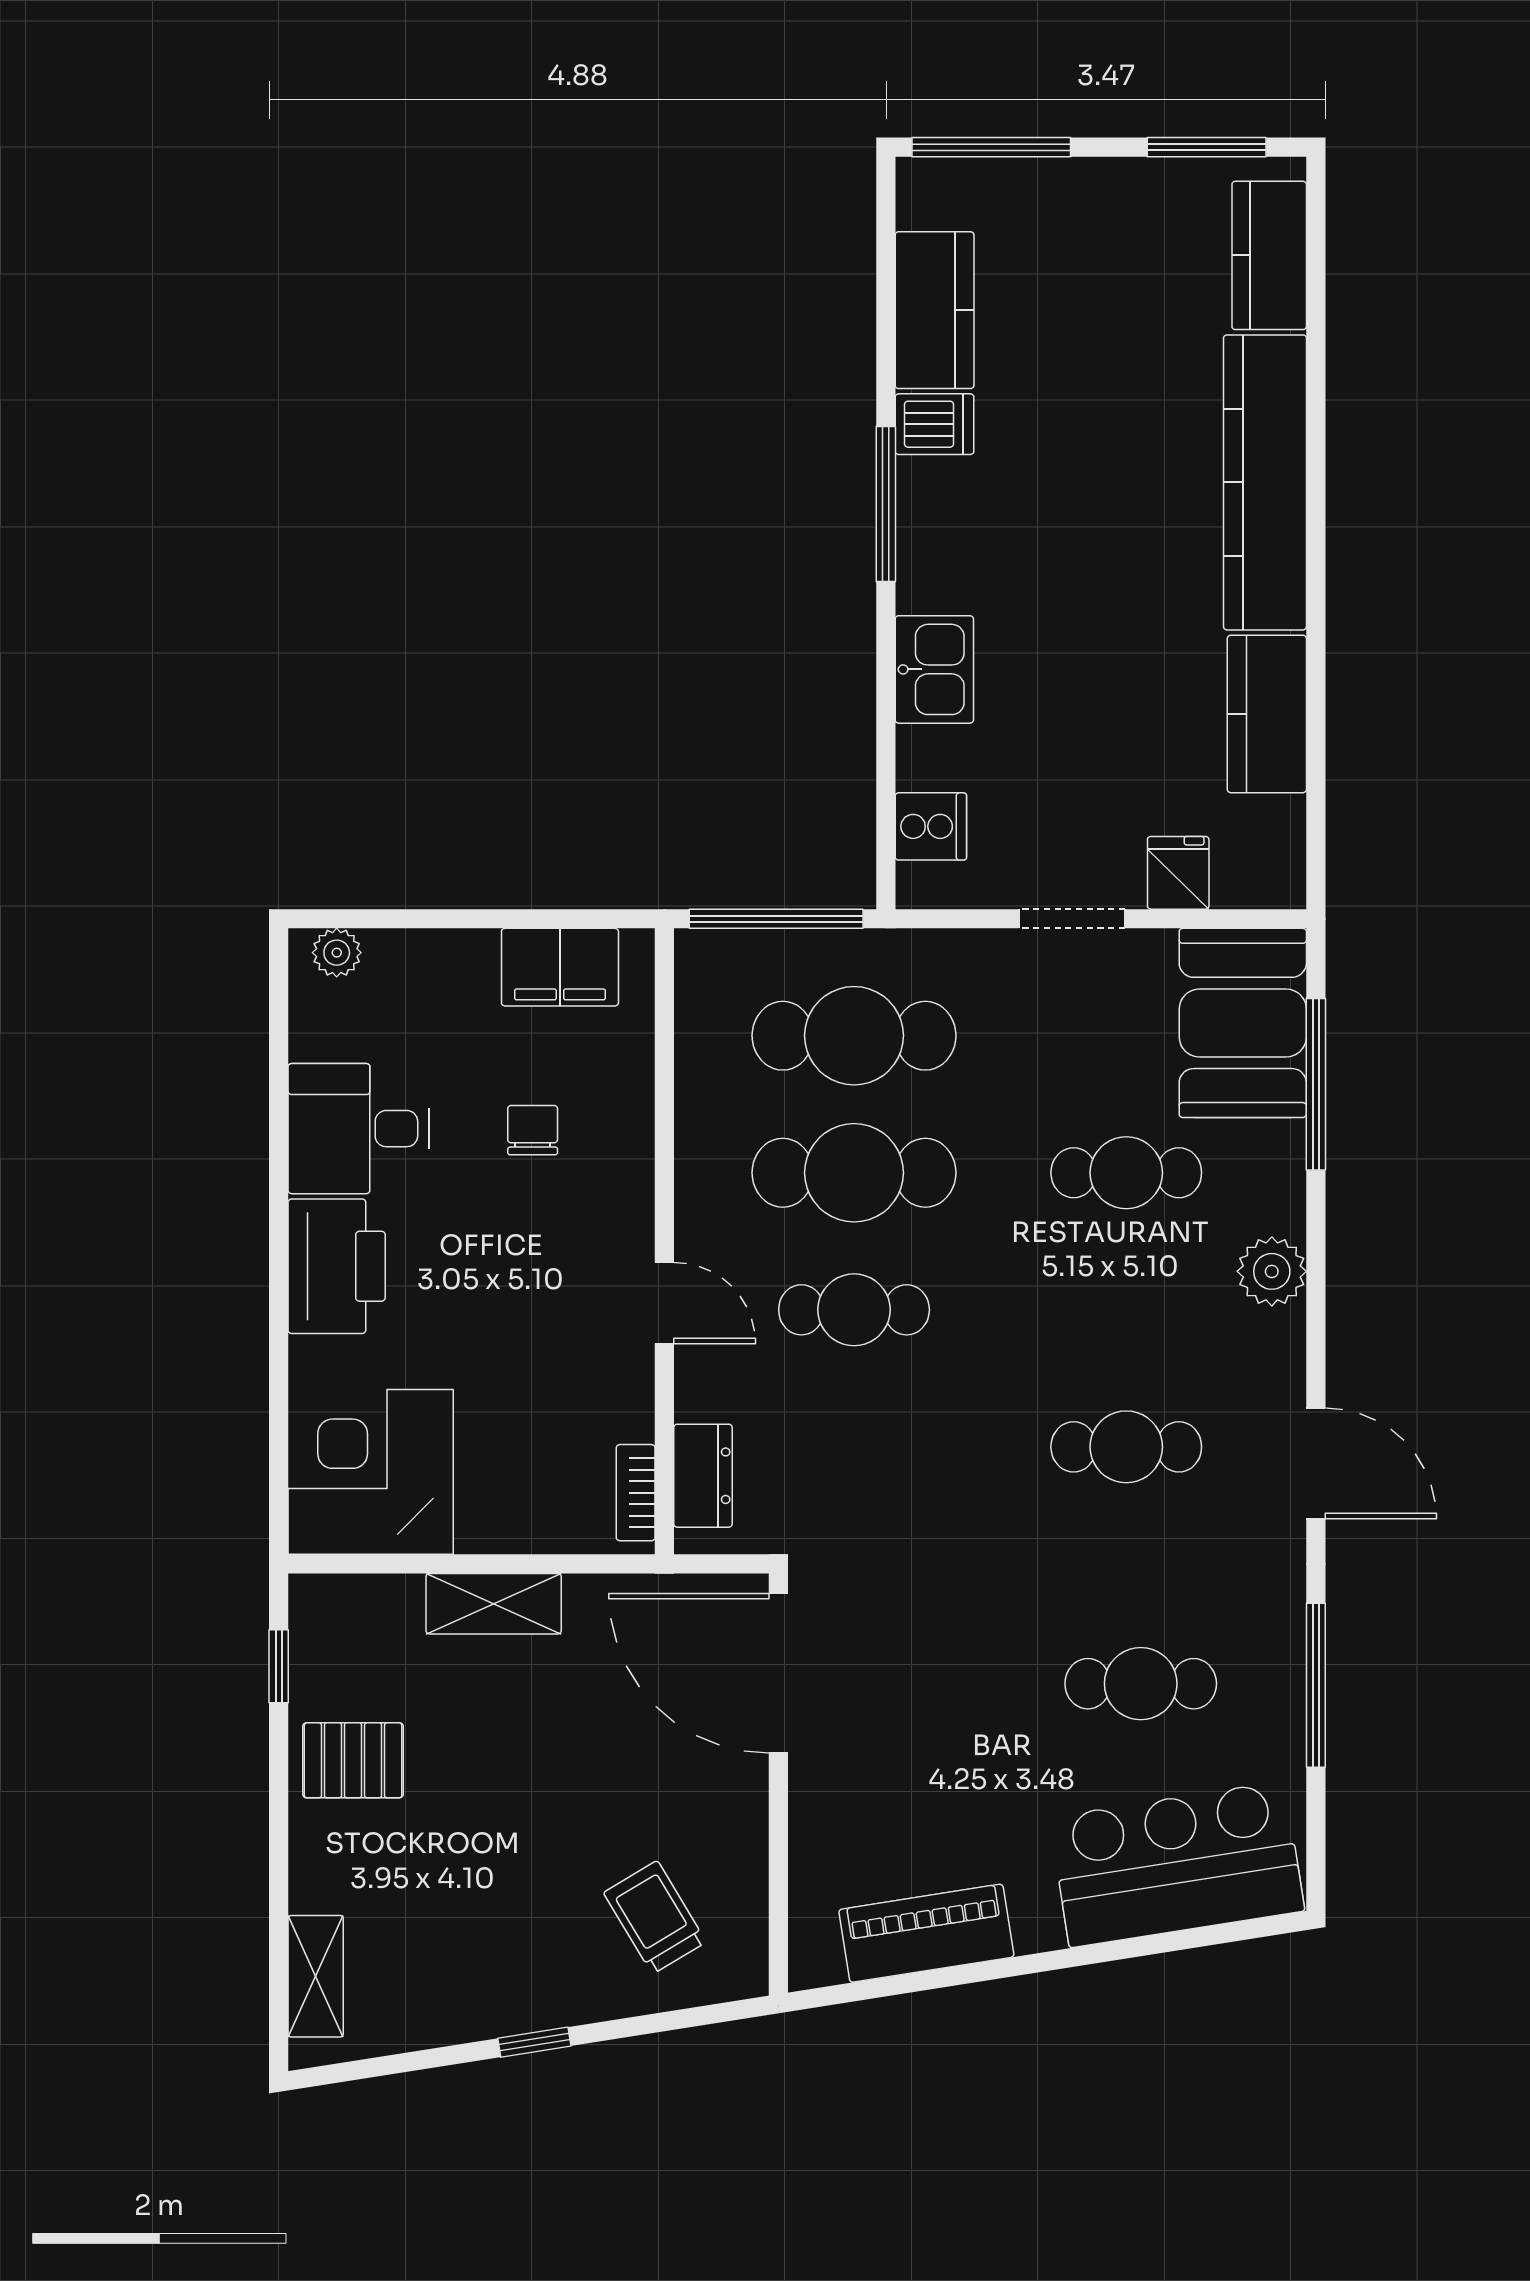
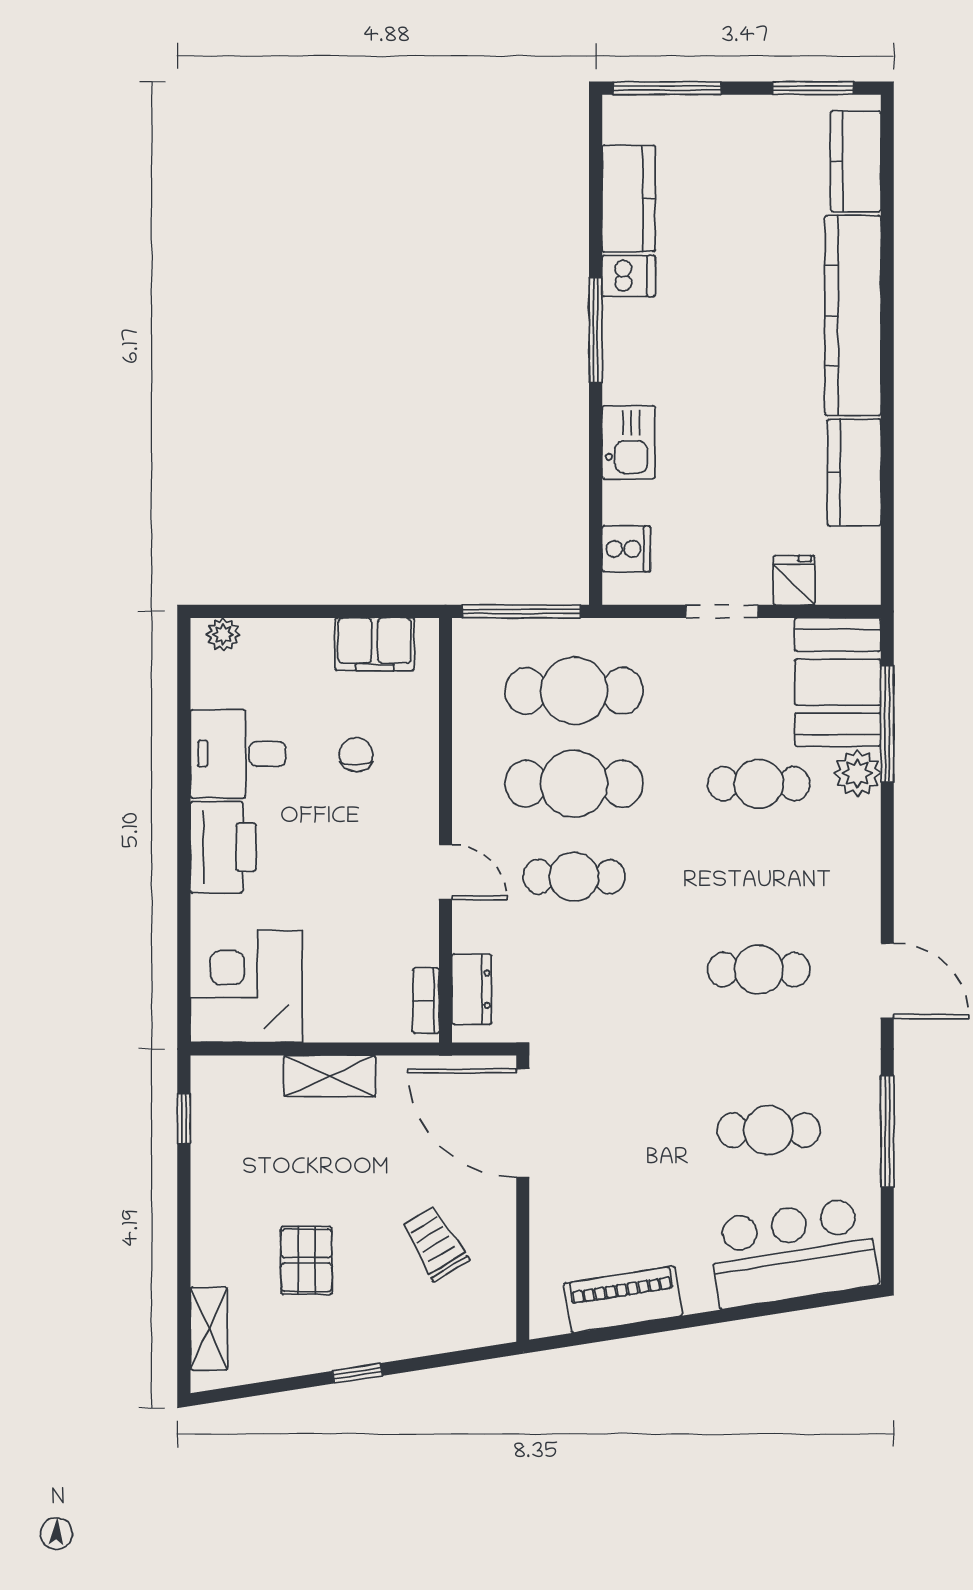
plant: (1272, 1271) -> (857, 773), moved
pallet: (353, 1760) -> (306, 1260), moved, turned 90
trolley: (655, 1917) -> (435, 1243), moved

